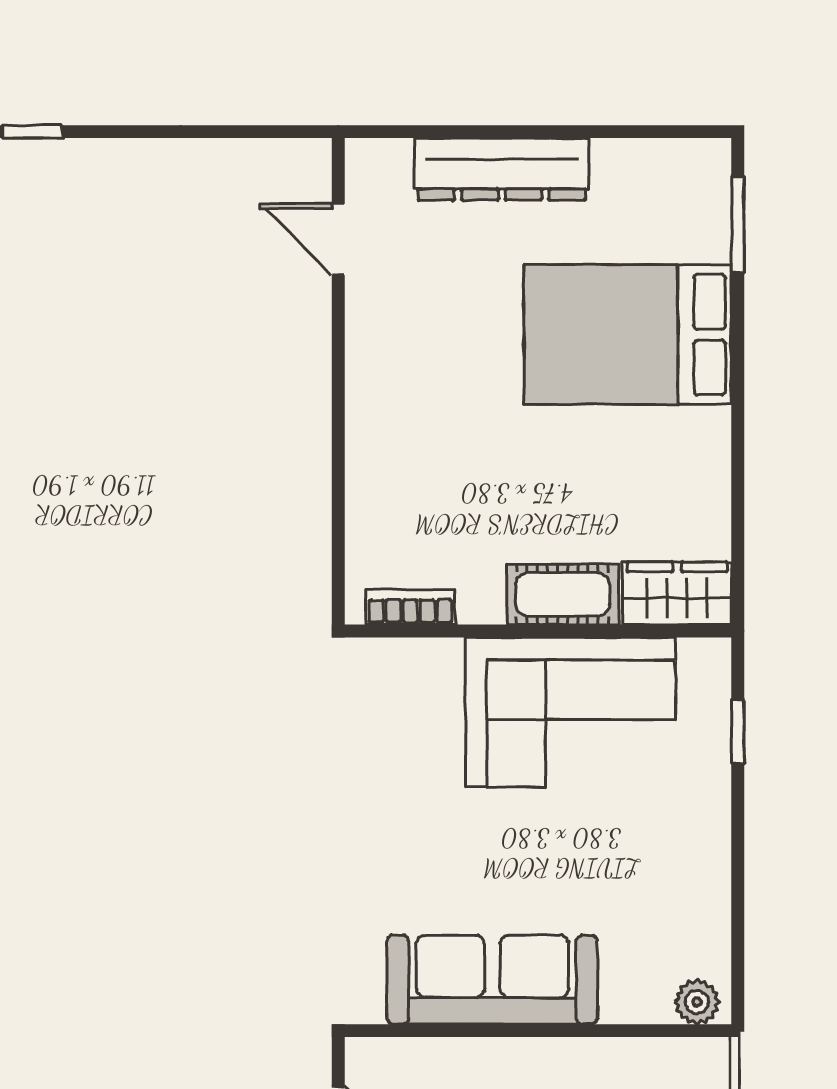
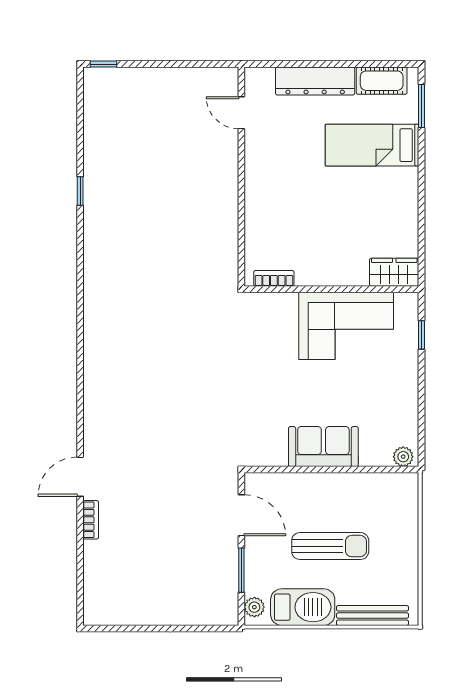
bed: (628, 335) -> (372, 145), width x0.67
cot: (563, 594) -> (382, 81), moved
sofa: (492, 980) -> (323, 447), width x0.73

